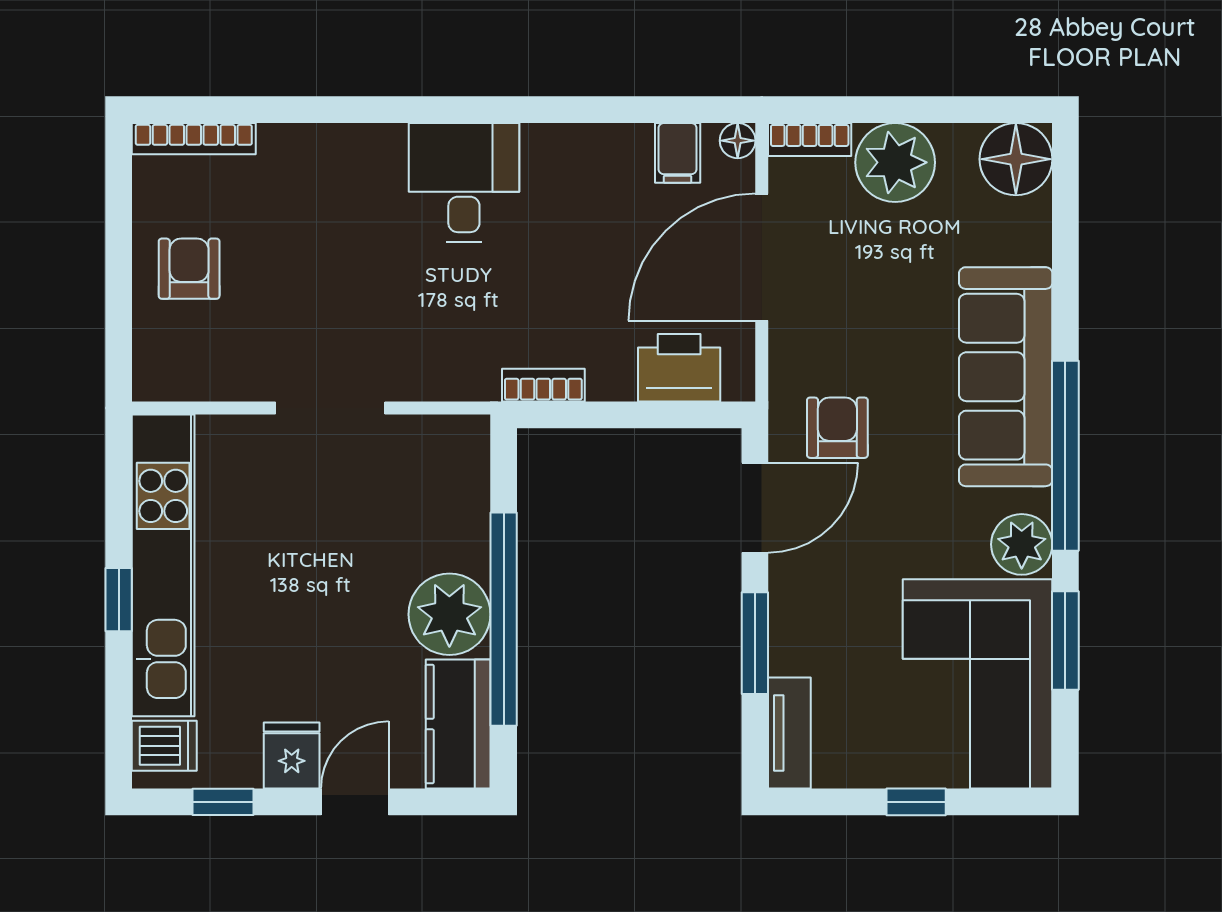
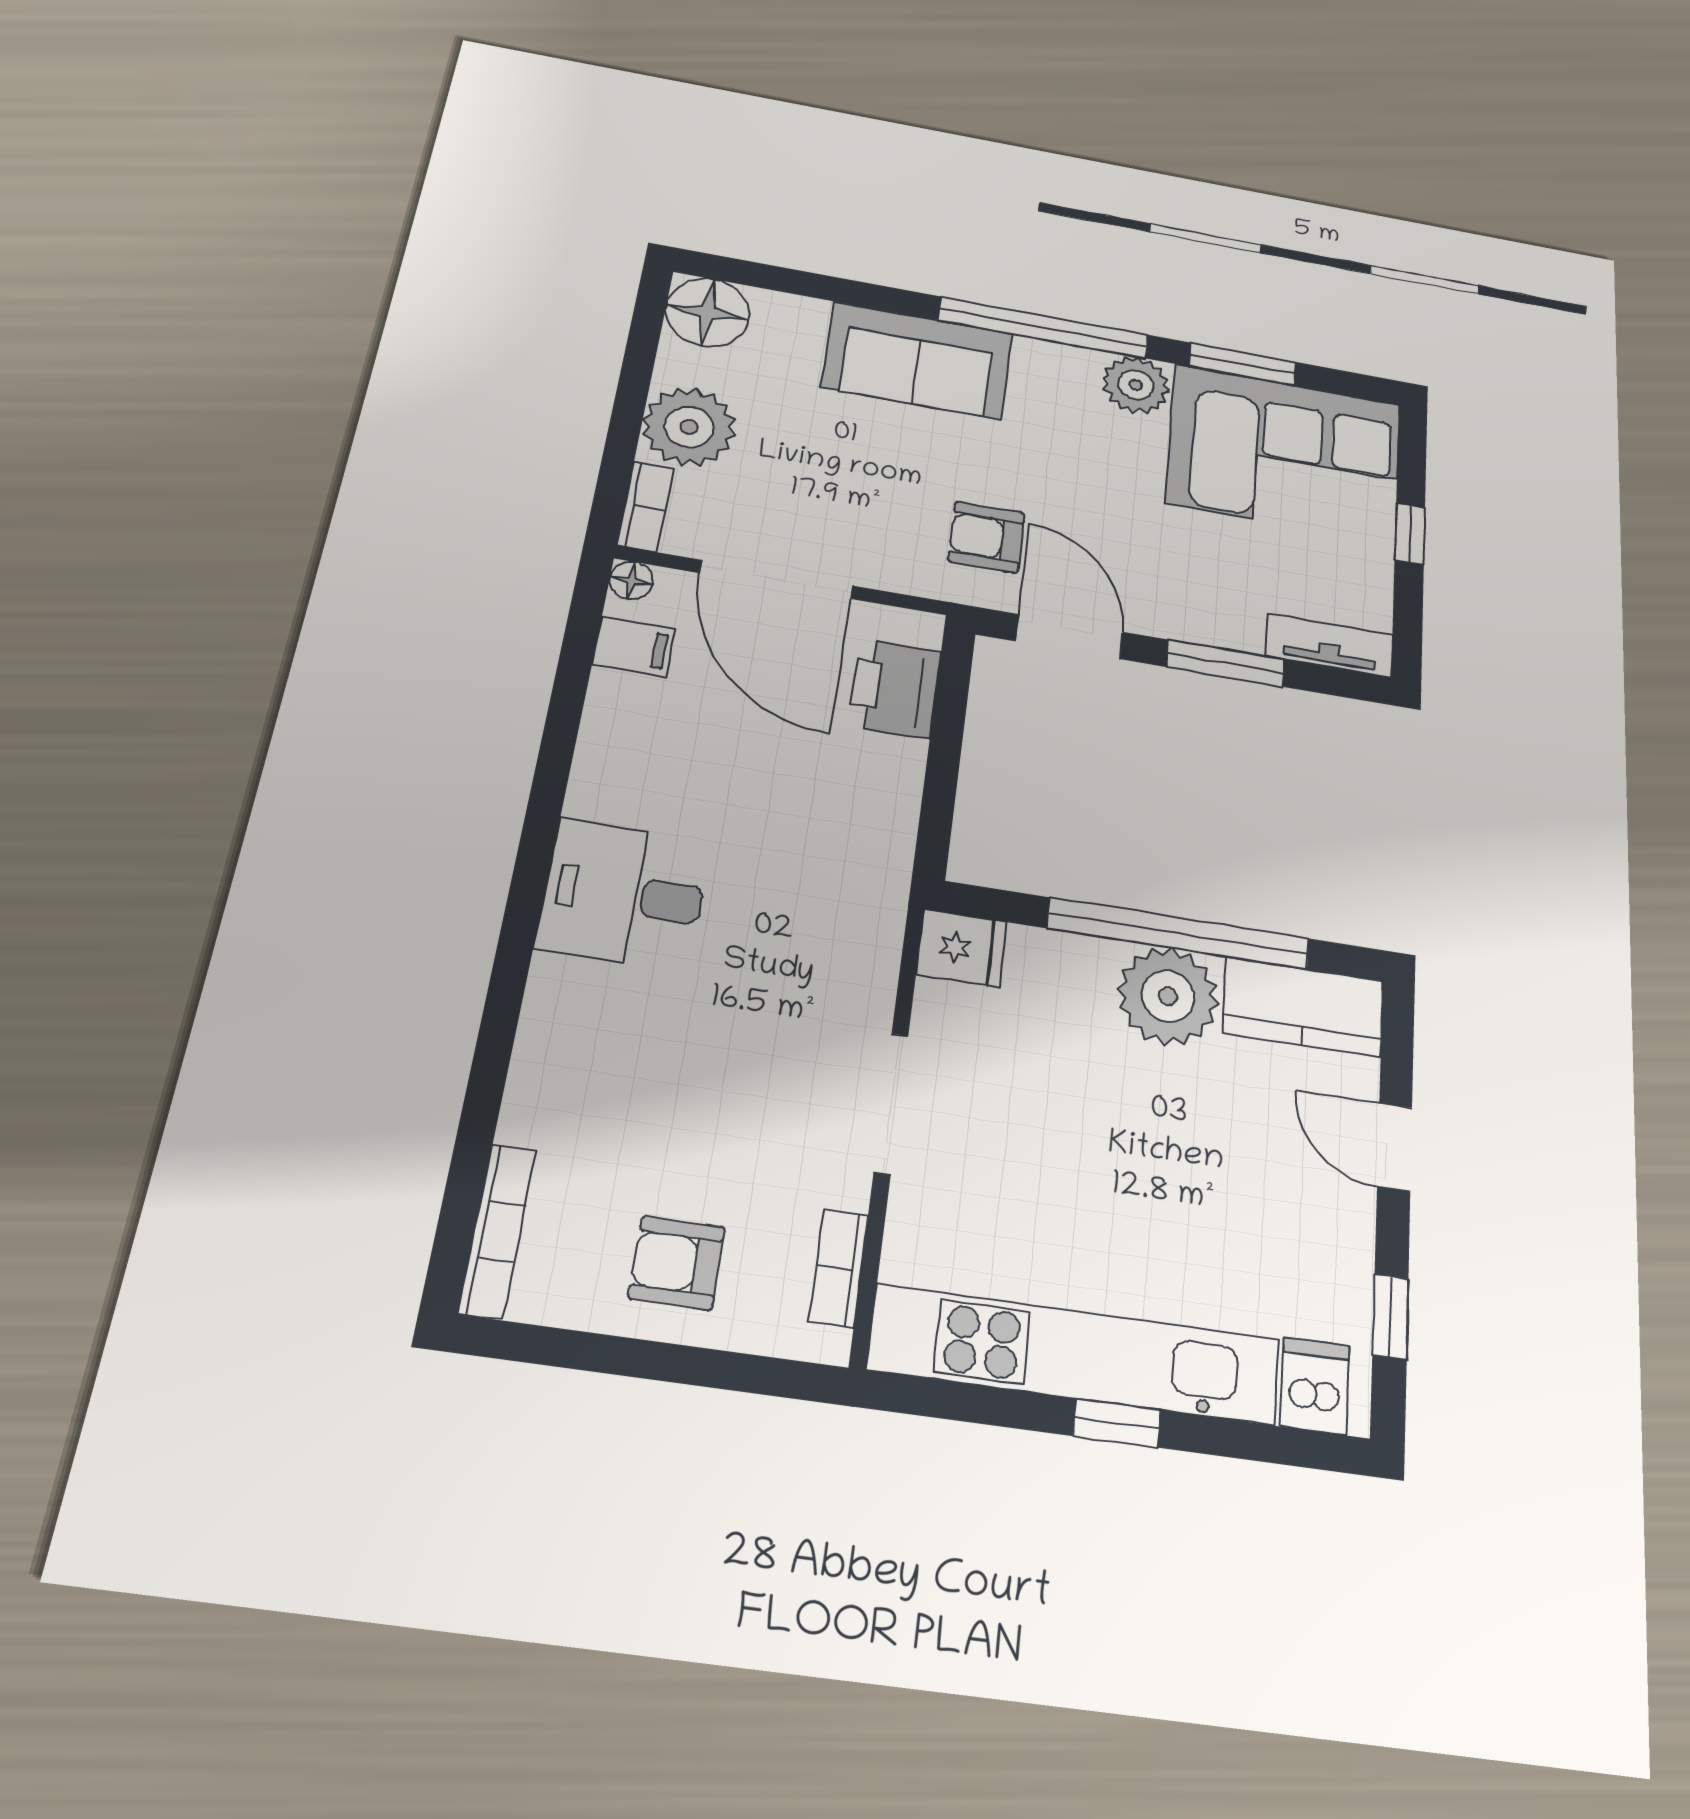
sofa: (1006, 377) -> (918, 360), width x0.73
bookcase: (543, 385) -> (839, 1268), moved
fridge: (292, 756) -> (962, 948), moved, turned 180

